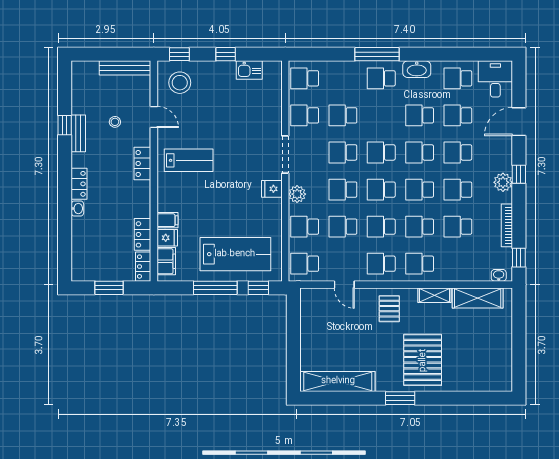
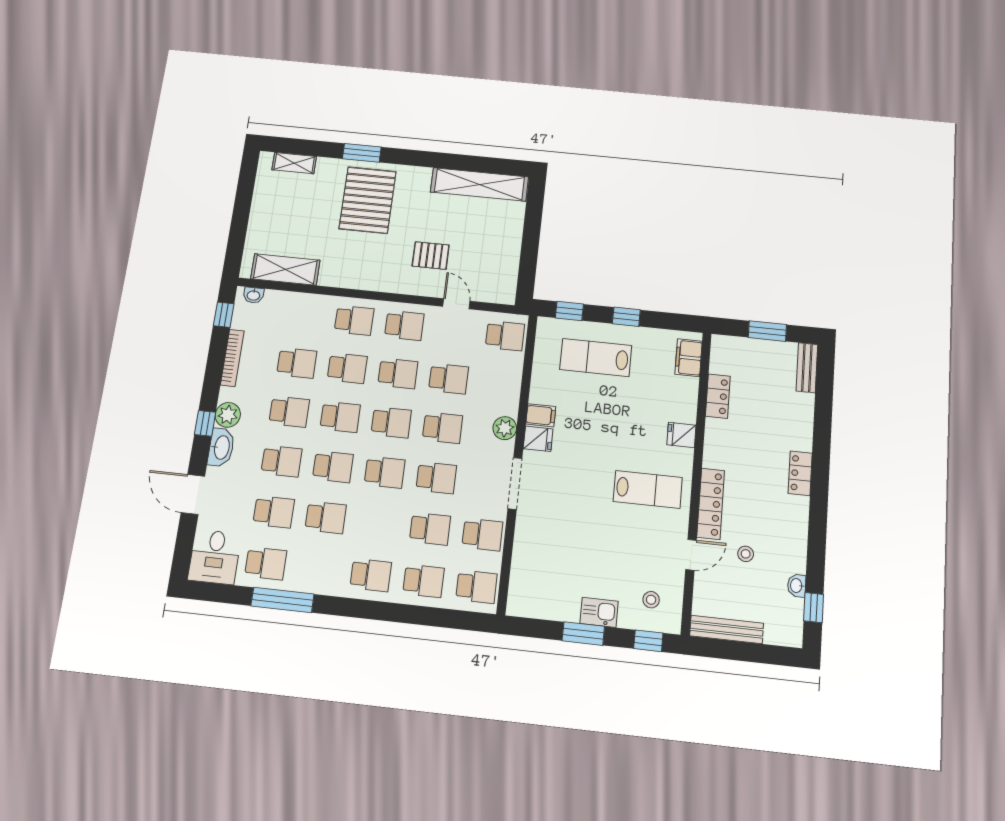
window: (226, 54) -> (583, 634), width x1.50
window: (377, 54) -> (282, 600), moved
washbasin: (417, 69) -> (221, 447), moved, turned 90
kitchen sink: (249, 70) -> (599, 612), moved
stool: (180, 83) -> (651, 600), width x0.53, depth x0.53
door: (154, 117) -> (691, 555), swing flipped
door: (519, 122) -> (193, 494), swing flipped
window: (65, 125) -> (814, 608), moved
bench: (78, 133) -> (807, 368), moved
lab bench: (189, 160) -> (648, 489), turned 180
locker: (142, 163) -> (711, 504), width x1.53
washbasin: (77, 209) -> (797, 586), moved
filing cabinet: (167, 220) -> (541, 415), moved, turned 180
school desk: (305, 227) -> (423, 581), moved
fridge: (167, 238) -> (681, 435), moved
lab bench: (235, 254) -> (596, 357), width x0.73, depth x0.72
locker: (143, 267) -> (720, 354), removed
window: (215, 288) -> (626, 317), width x0.46
shelving: (435, 295) -> (294, 163), moved
pallet: (389, 309) -> (431, 256), moved, turned 90
window: (400, 398) -> (362, 153), moved

